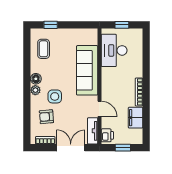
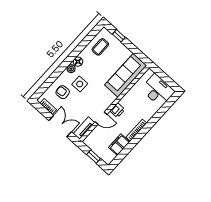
window: (122, 25) -> (164, 77), removed
desk: (114, 50) -> (158, 90), moved, turned 90
sofa: (87, 70) -> (126, 75), moved
door: (99, 109) -> (101, 118), hinge flipped
printer: (107, 135) -> (117, 110), moved

